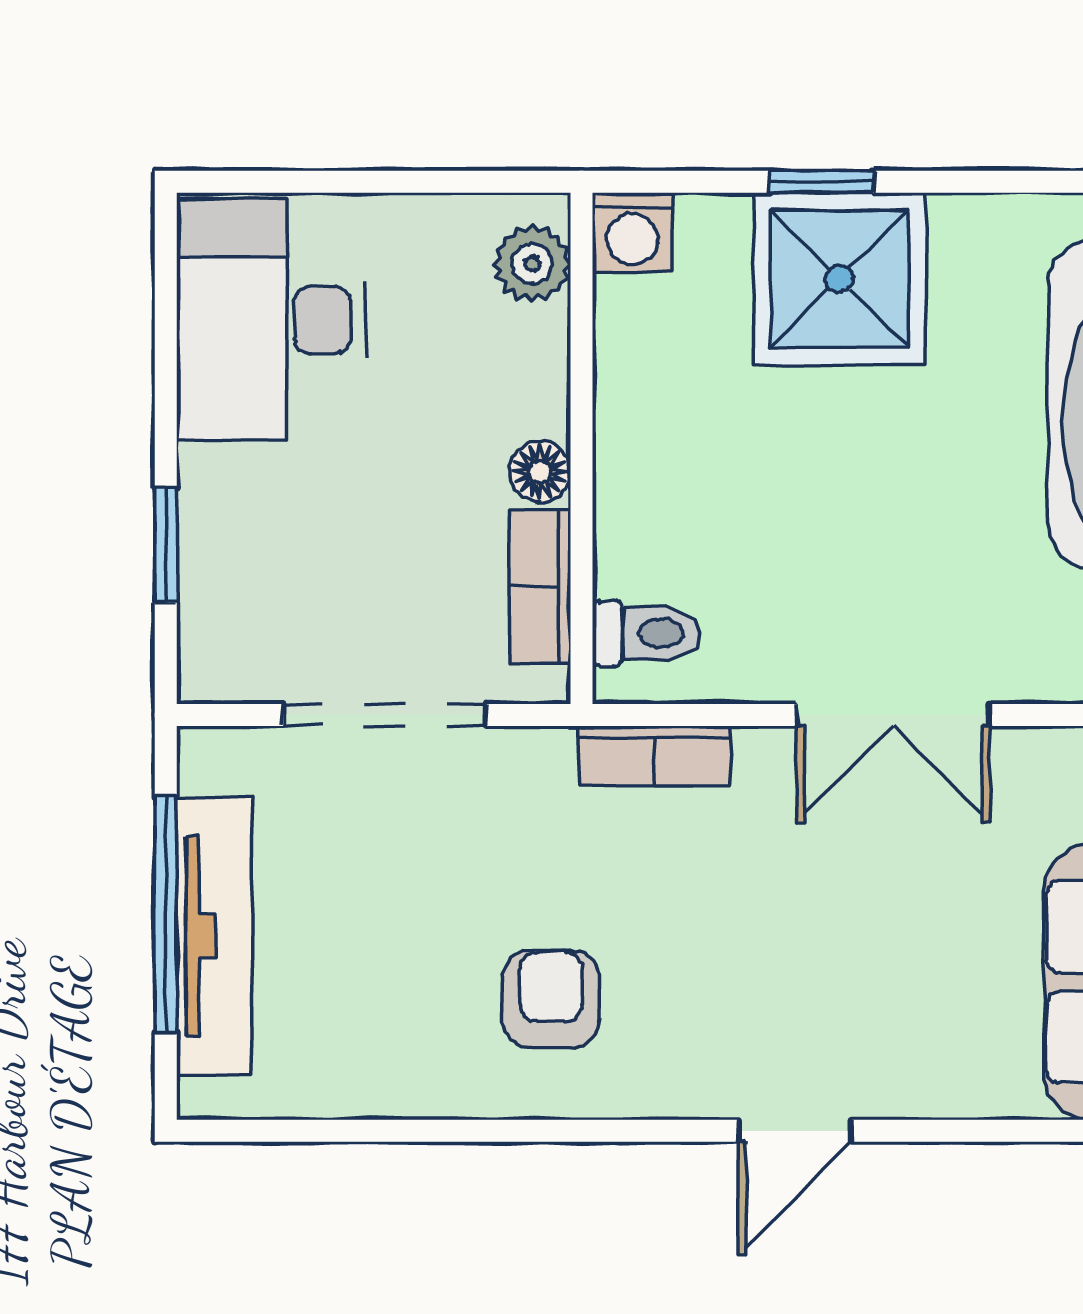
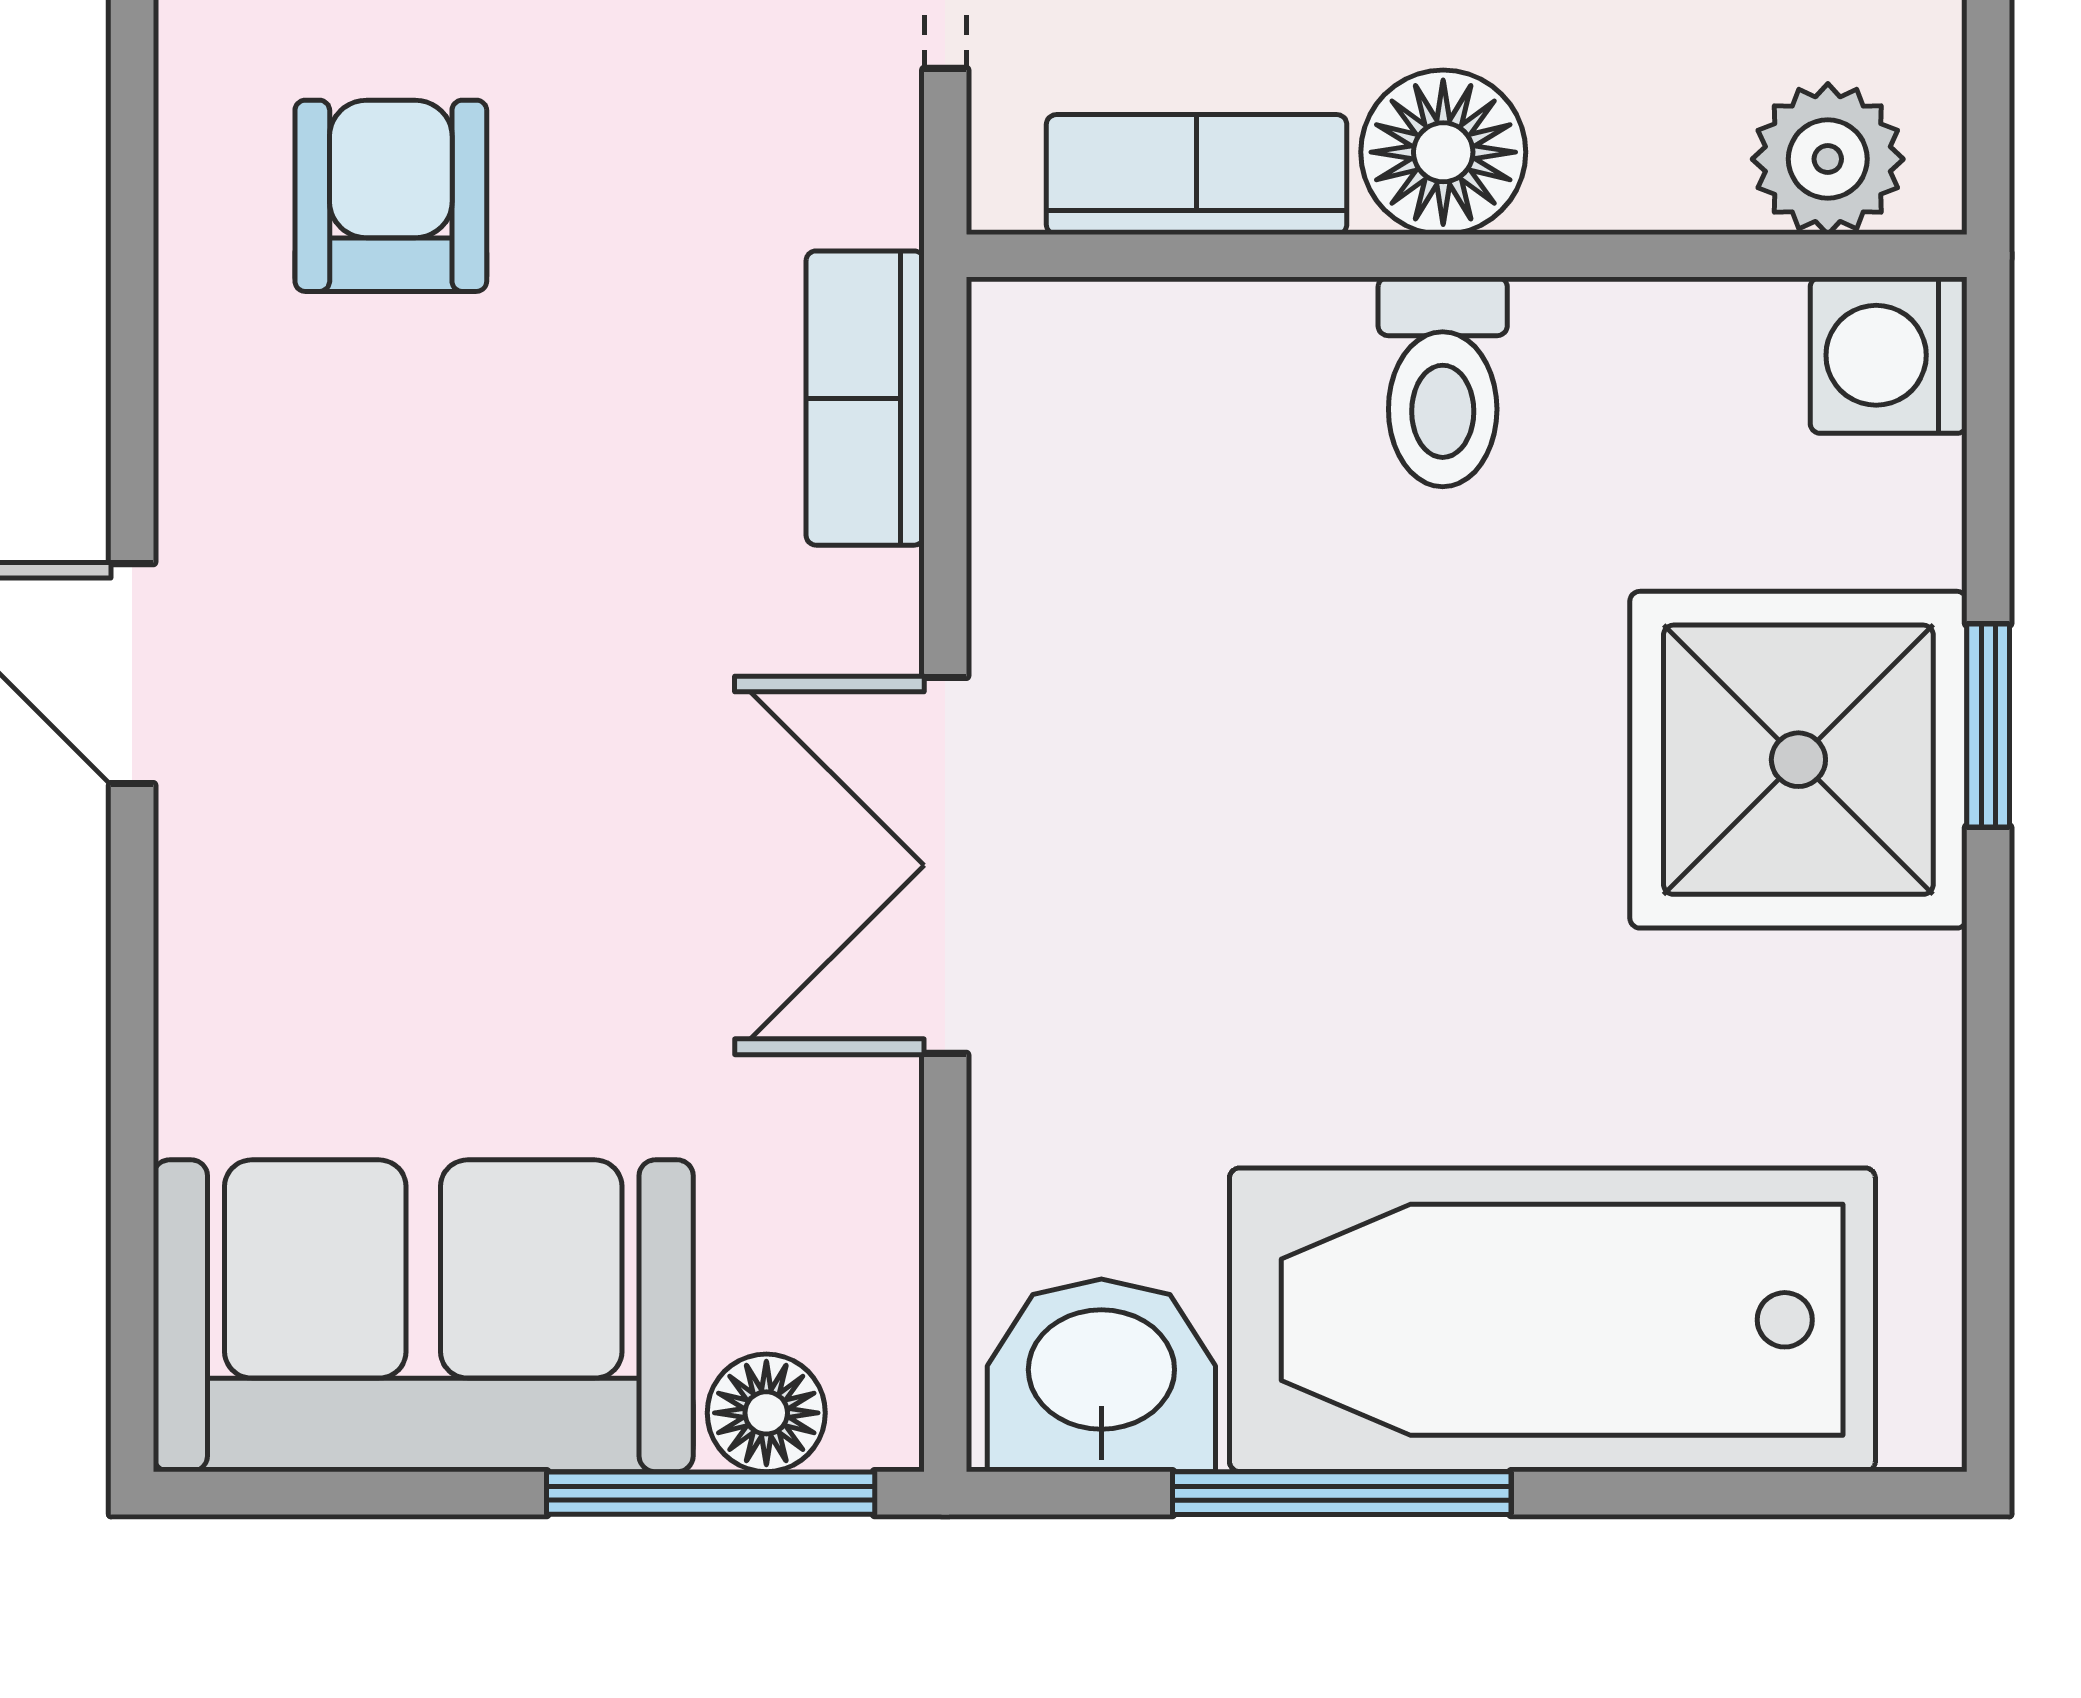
floor lamp: (540, 472) -> (1443, 152), width x1.37, depth x1.37
toilet: (646, 633) -> (1443, 382), moved
armchair: (551, 999) -> (391, 196), turned -90

